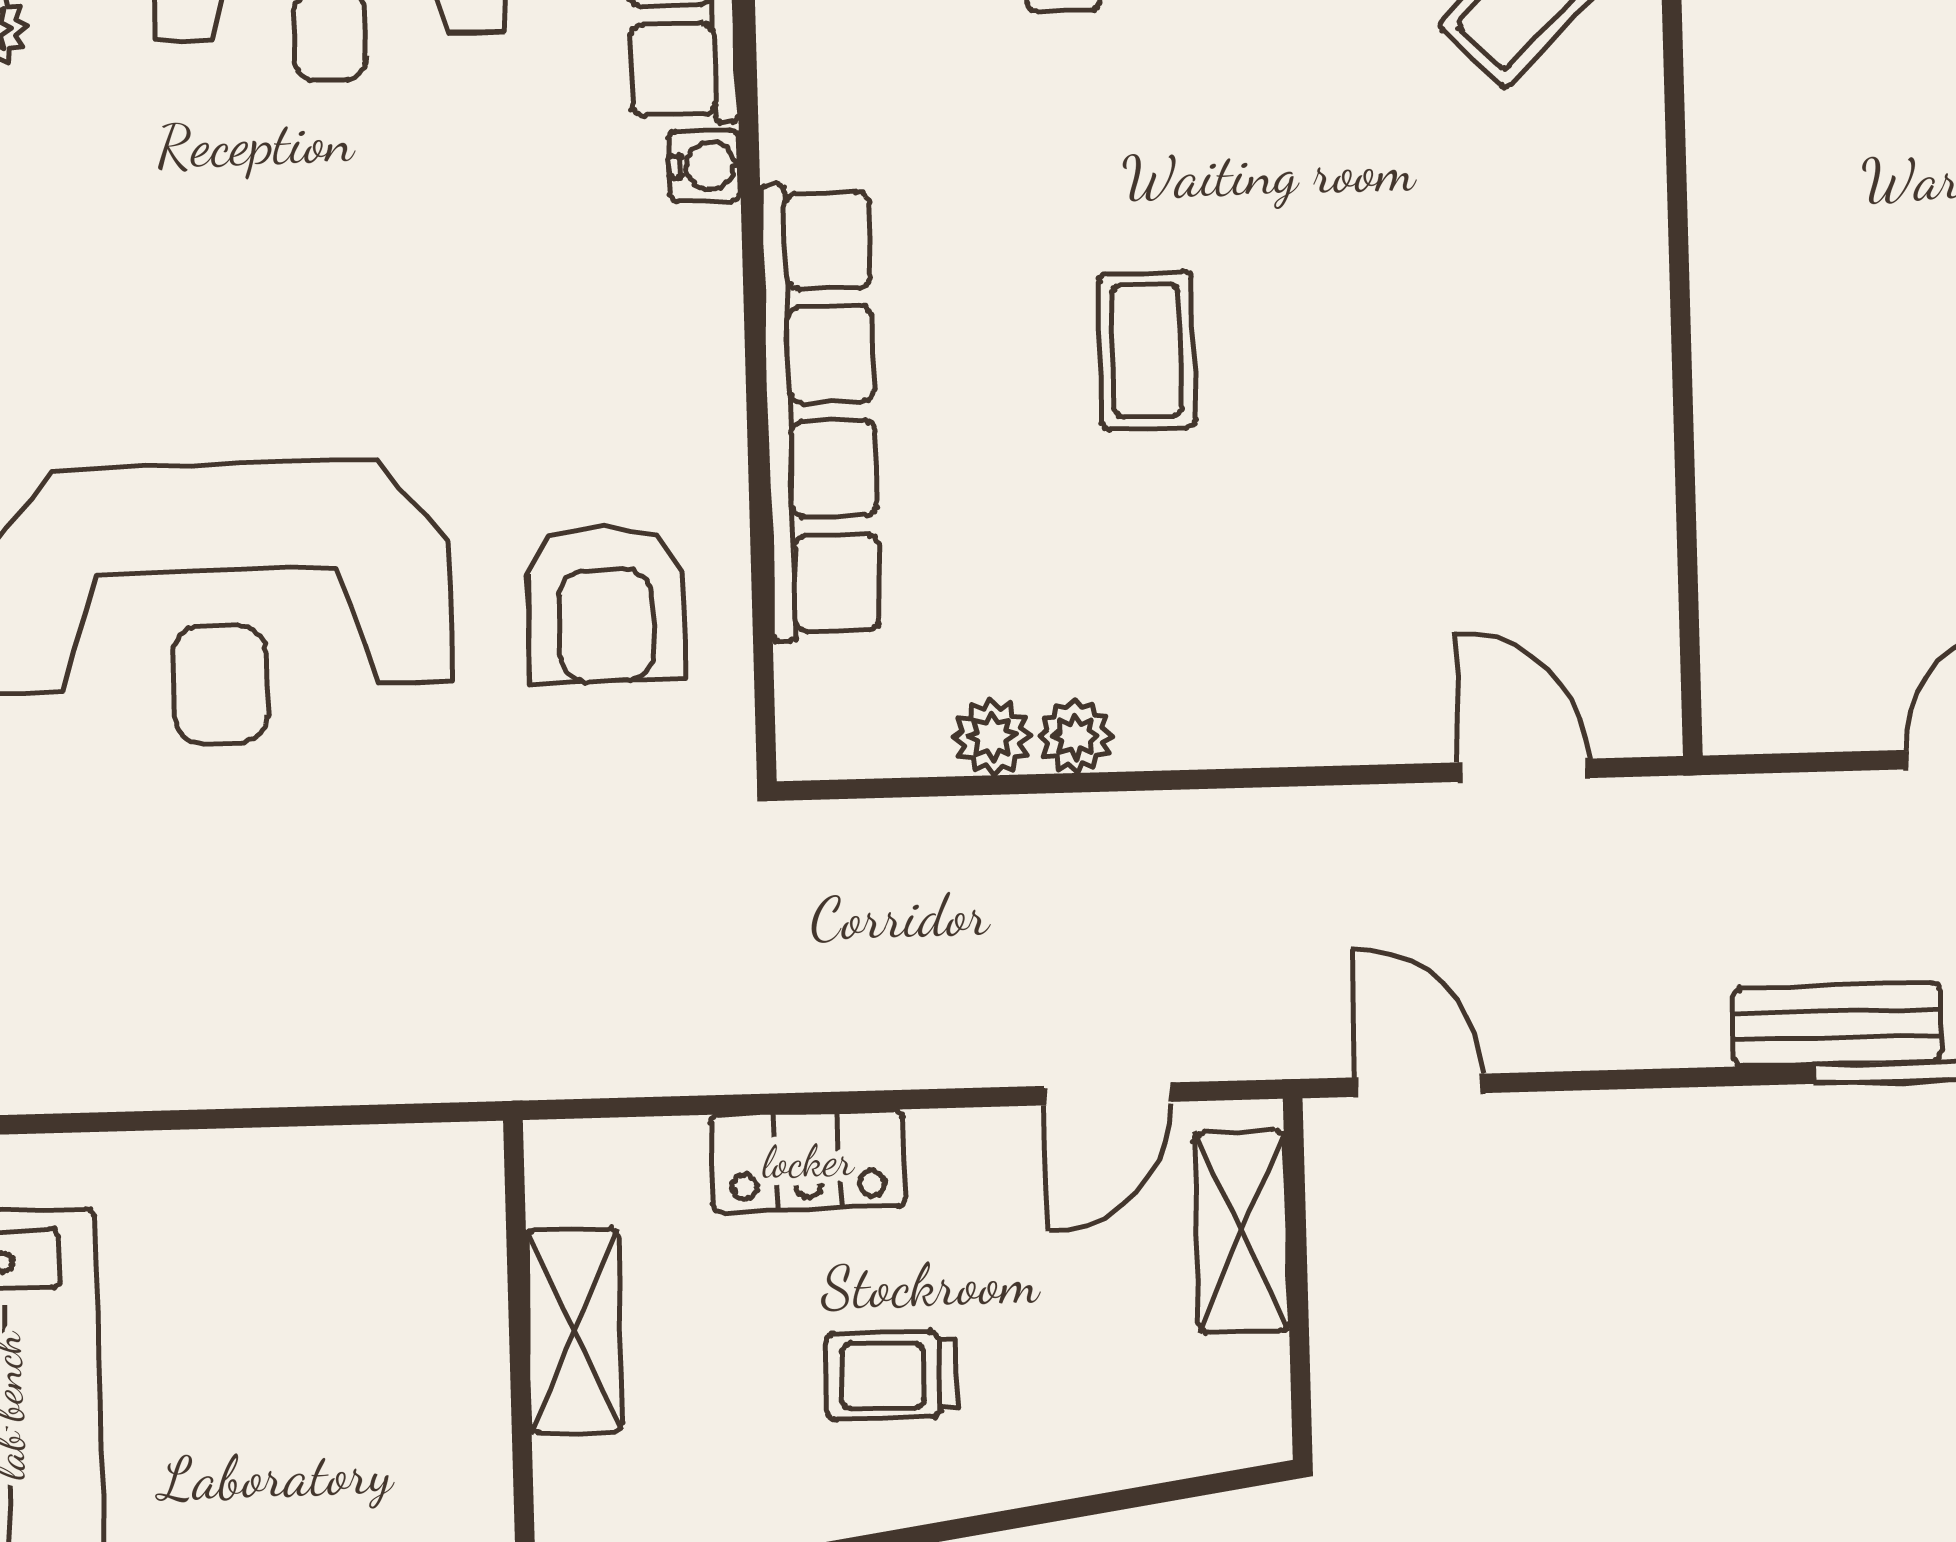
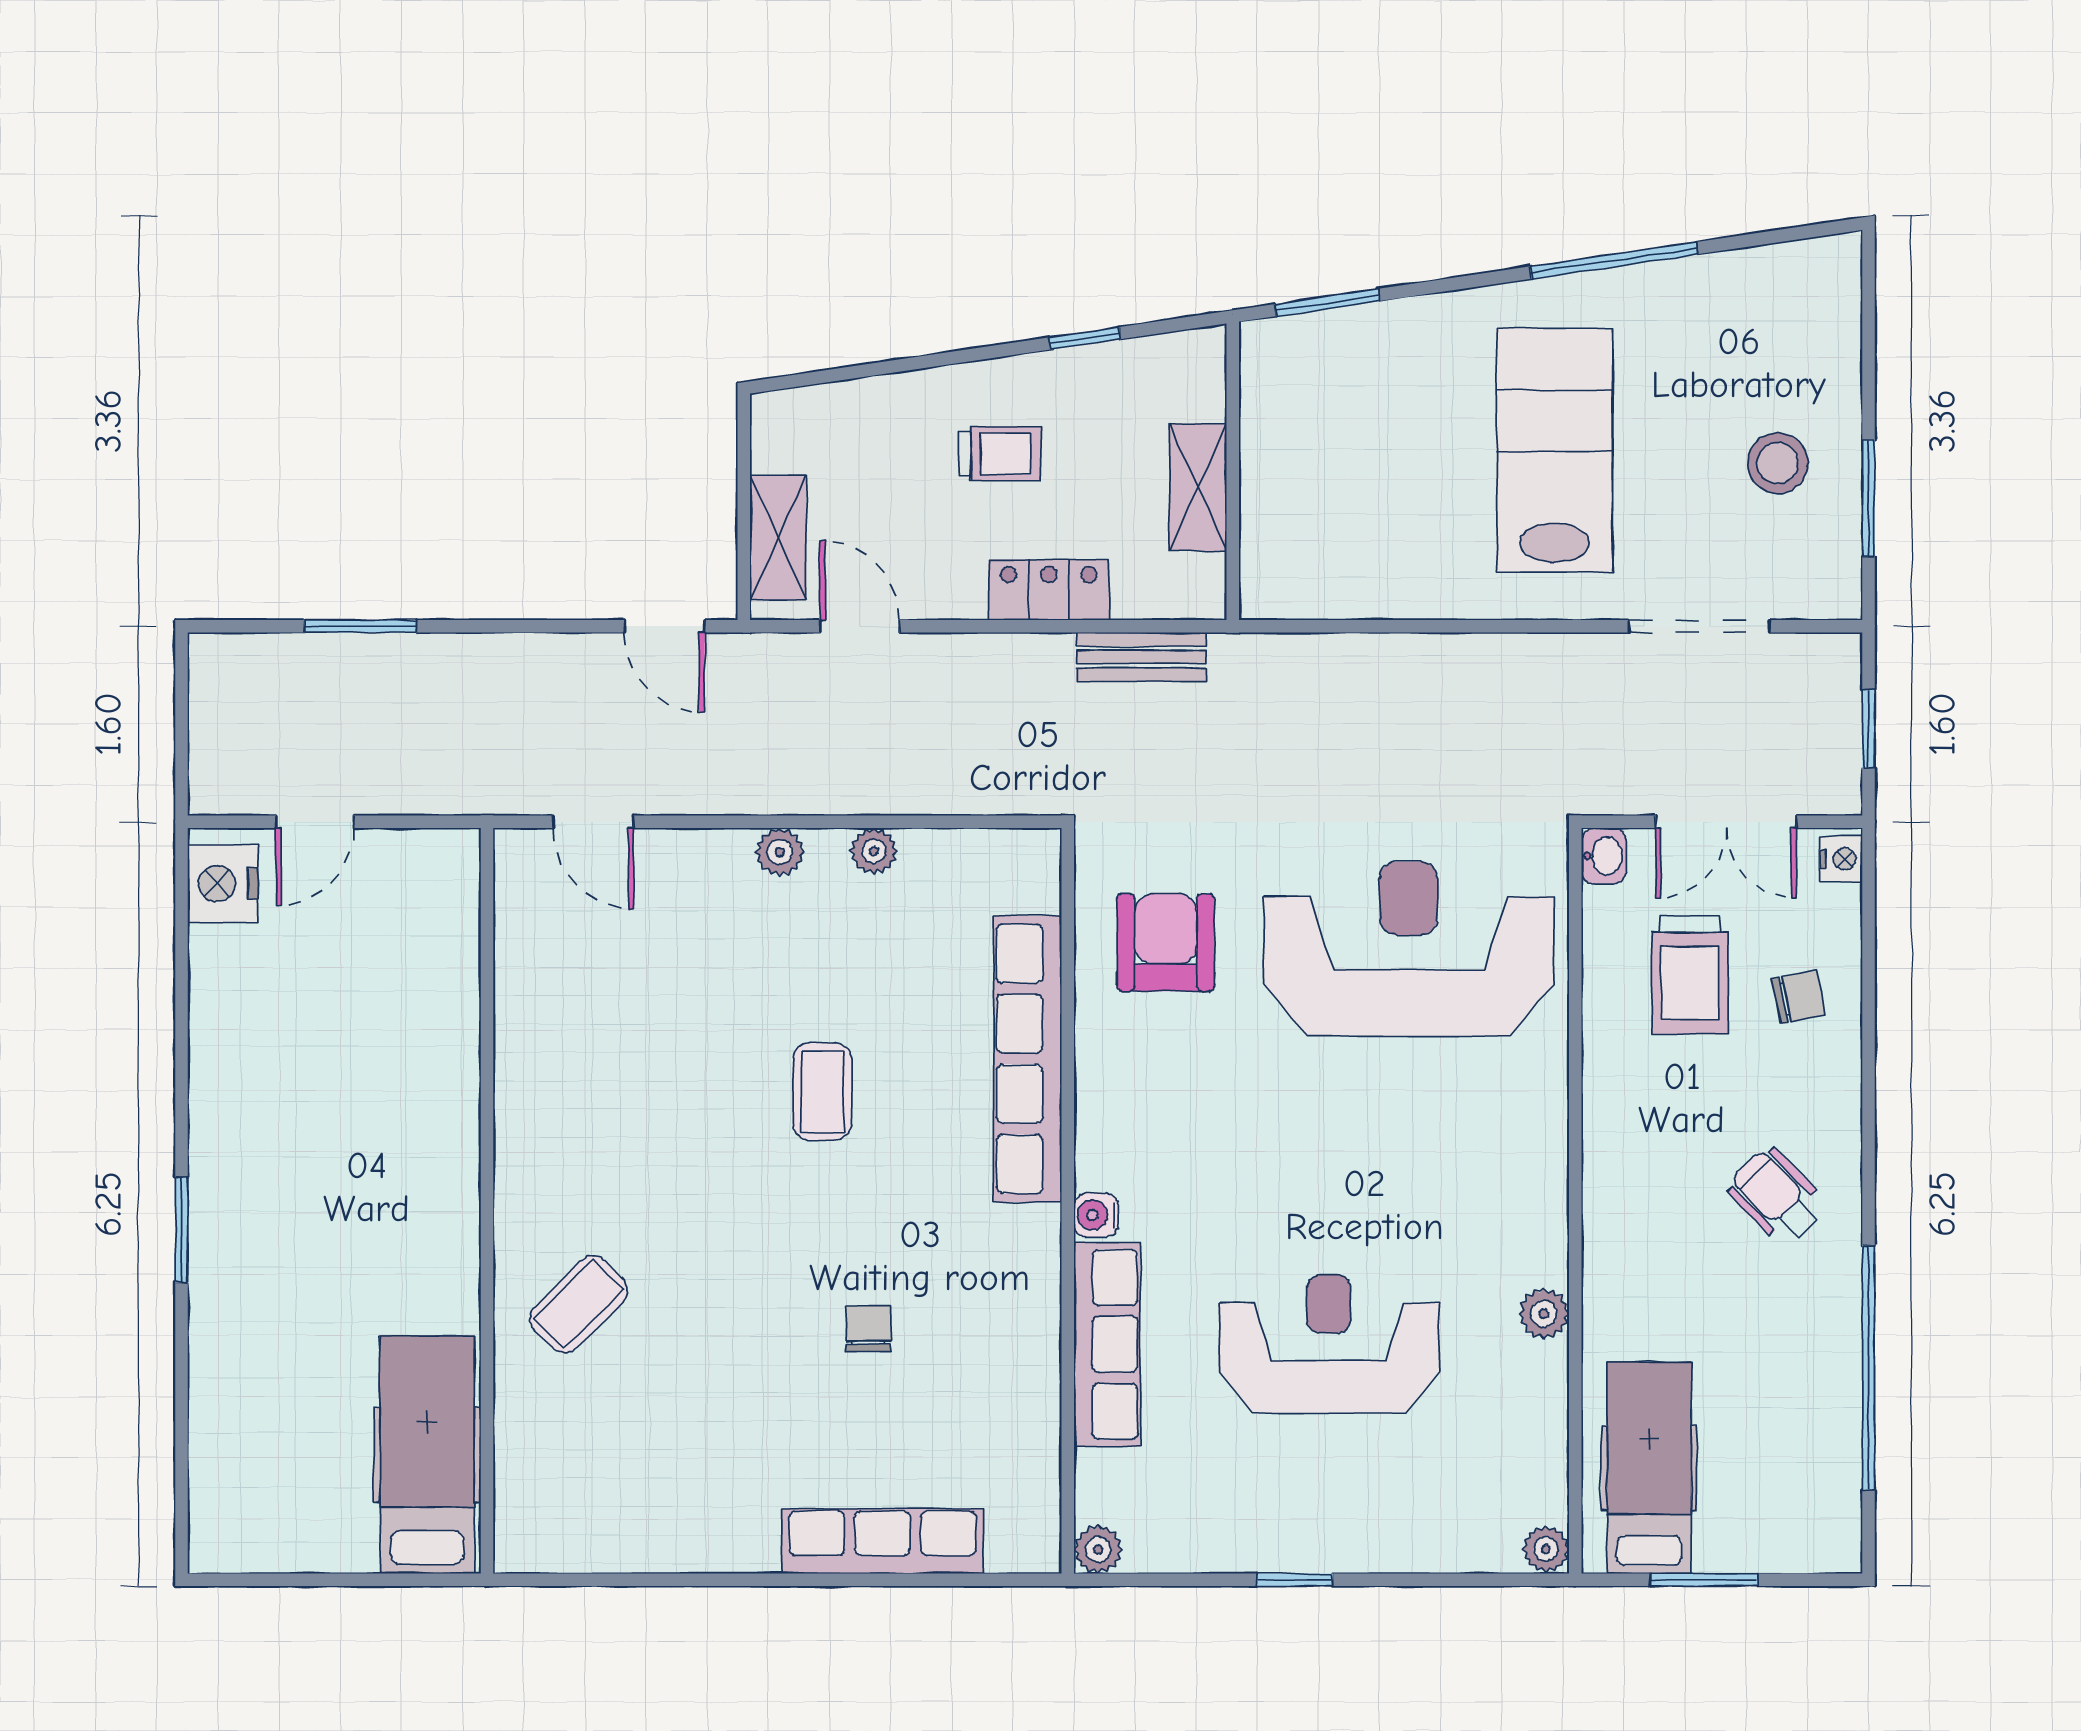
plant: (992, 737) -> (780, 852), moved
bench: (1837, 1024) -> (1141, 657), moved
door: (1108, 1094) -> (860, 626), hinge flipped

